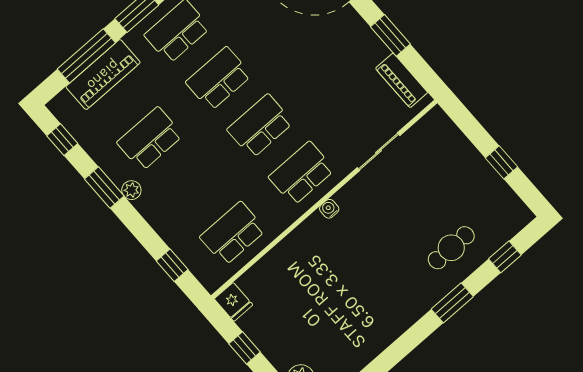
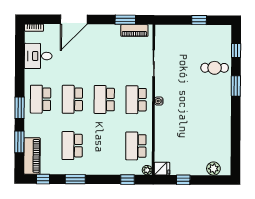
window: (390, 35) -> (125, 20), moved
window: (86, 56) -> (19, 142), width x0.69
piano: (103, 75) -> (32, 156), moved
plant: (131, 190) -> (147, 170), moved
cafe table: (451, 248) -> (215, 68), turned 90

